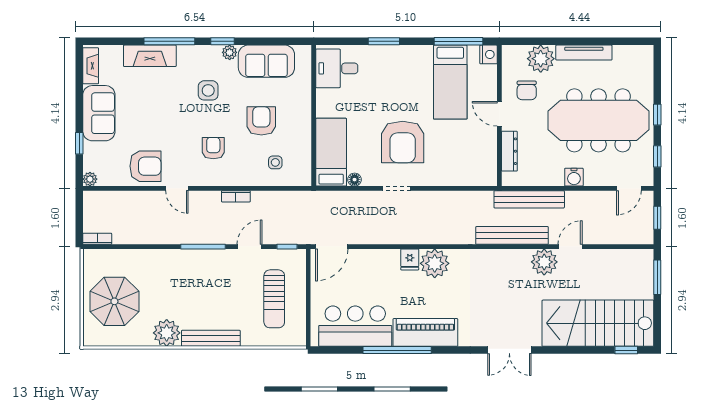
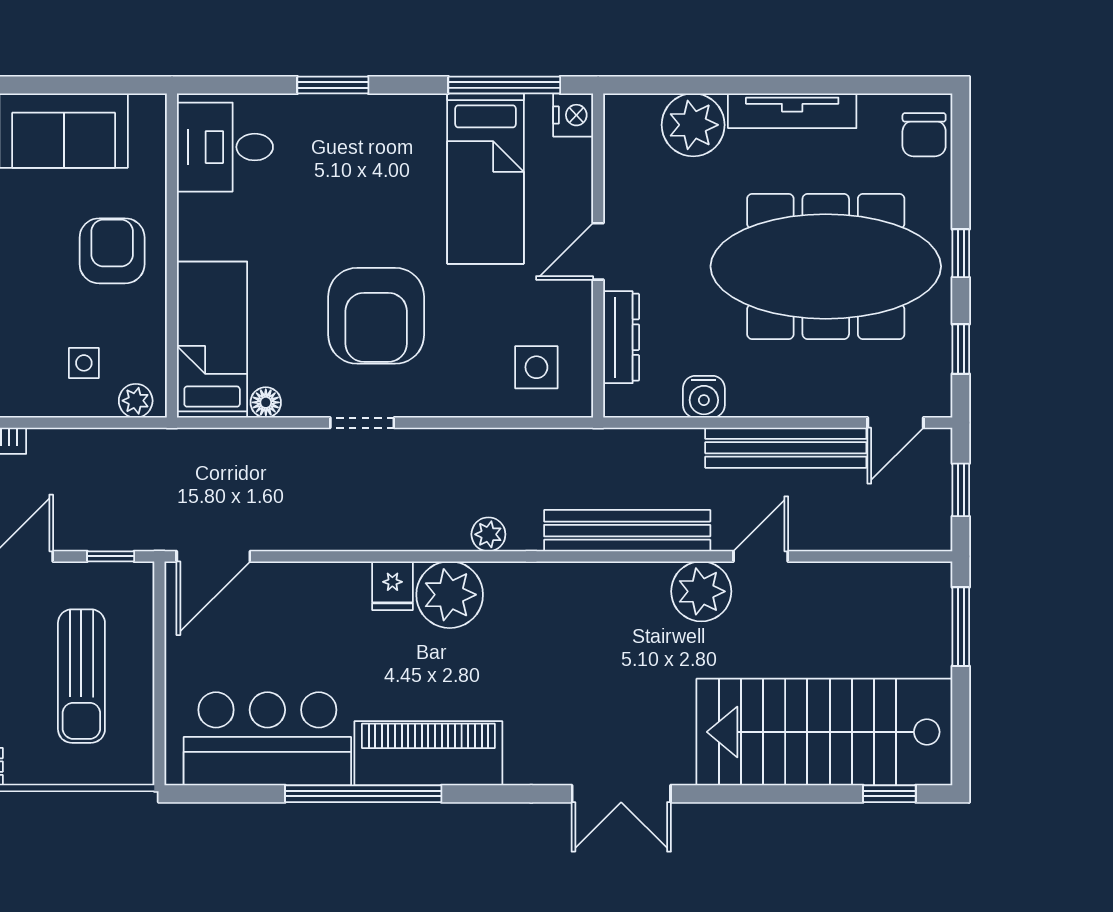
chair: (527, 90) -> (924, 135), moved
door: (499, 114) -> (598, 251), hinge flipped
armchair: (261, 121) -> (112, 251), moved
side table: (472, 164) -> (536, 367), added
water cooler: (574, 177) -> (704, 397), moved
plant: (298, 179) -> (136, 401), added
bench: (529, 199) -> (786, 448), moved
plant: (452, 237) -> (488, 534), added

